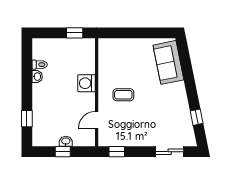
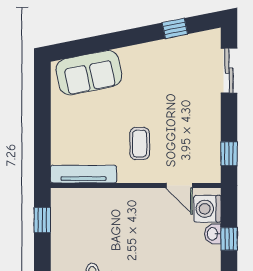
tv unit: (104, 59) -> (84, 174), added
washing machine: (86, 83) -> (207, 209), moved, turned 90

